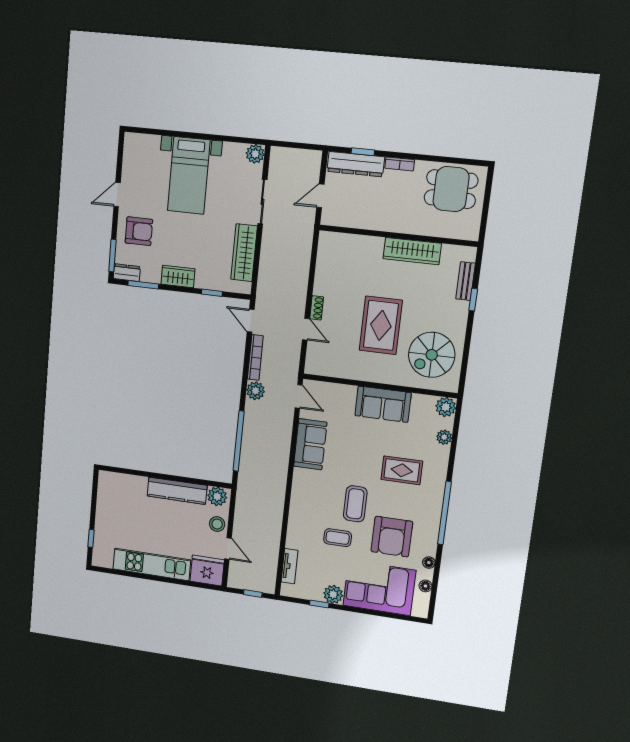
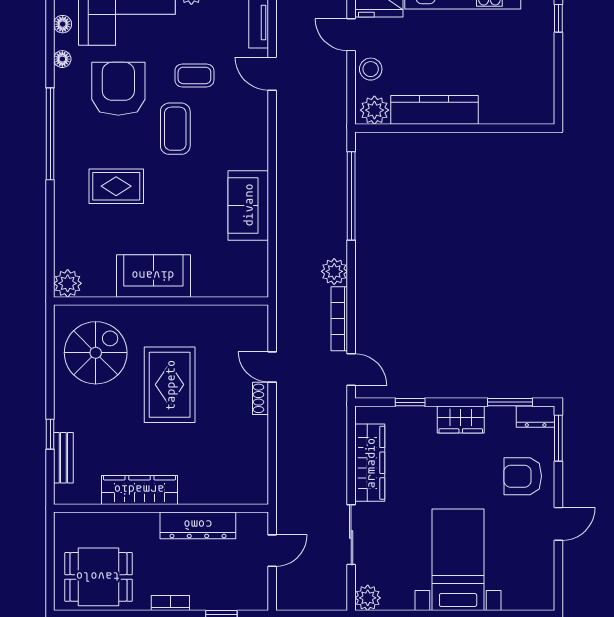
dresser: (356, 164) -> (198, 525), moved, turned 180
door: (299, 396) -> (272, 74), moved
plant: (444, 437) -> (64, 241), removed

